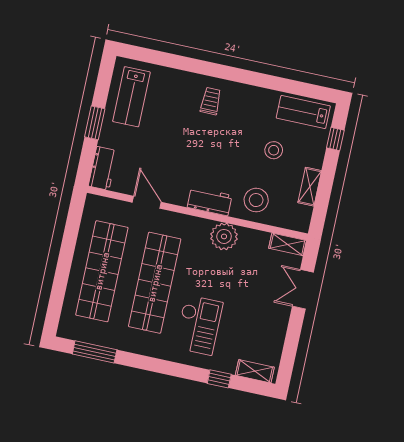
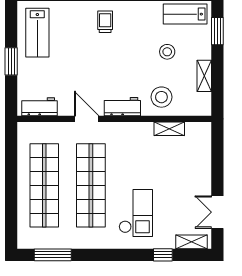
window: (335, 139) -> (217, 31), width x1.50
workbench: (103, 168) -> (40, 107), moved, turned -90
door: (147, 202) -> (87, 119), moved
plant: (224, 236) -> (141, 134), removed
shelving: (288, 244) -> (169, 129), moved
double door: (303, 289) -> (217, 212), moved

